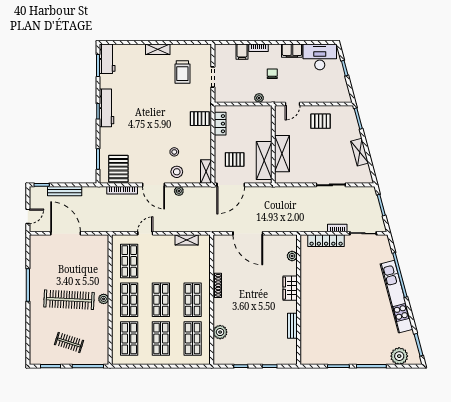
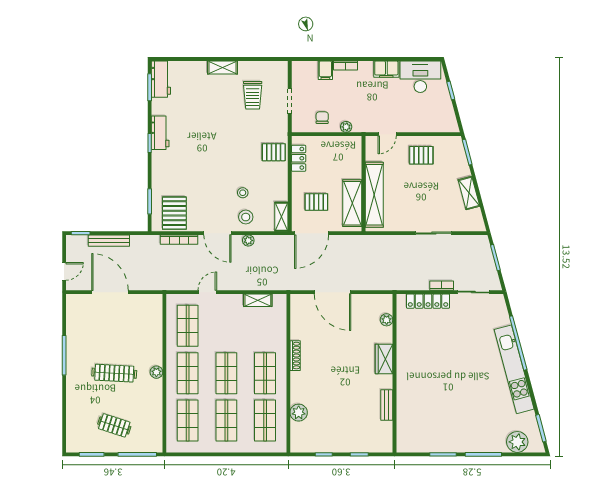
chair: (272, 74) -> (322, 118), moved
workbench: (107, 108) -> (160, 133), width x0.73
shelving: (282, 154) -> (374, 195), width x1.47
clothes rail: (69, 300) -> (114, 373), width x0.73, depth x0.76

